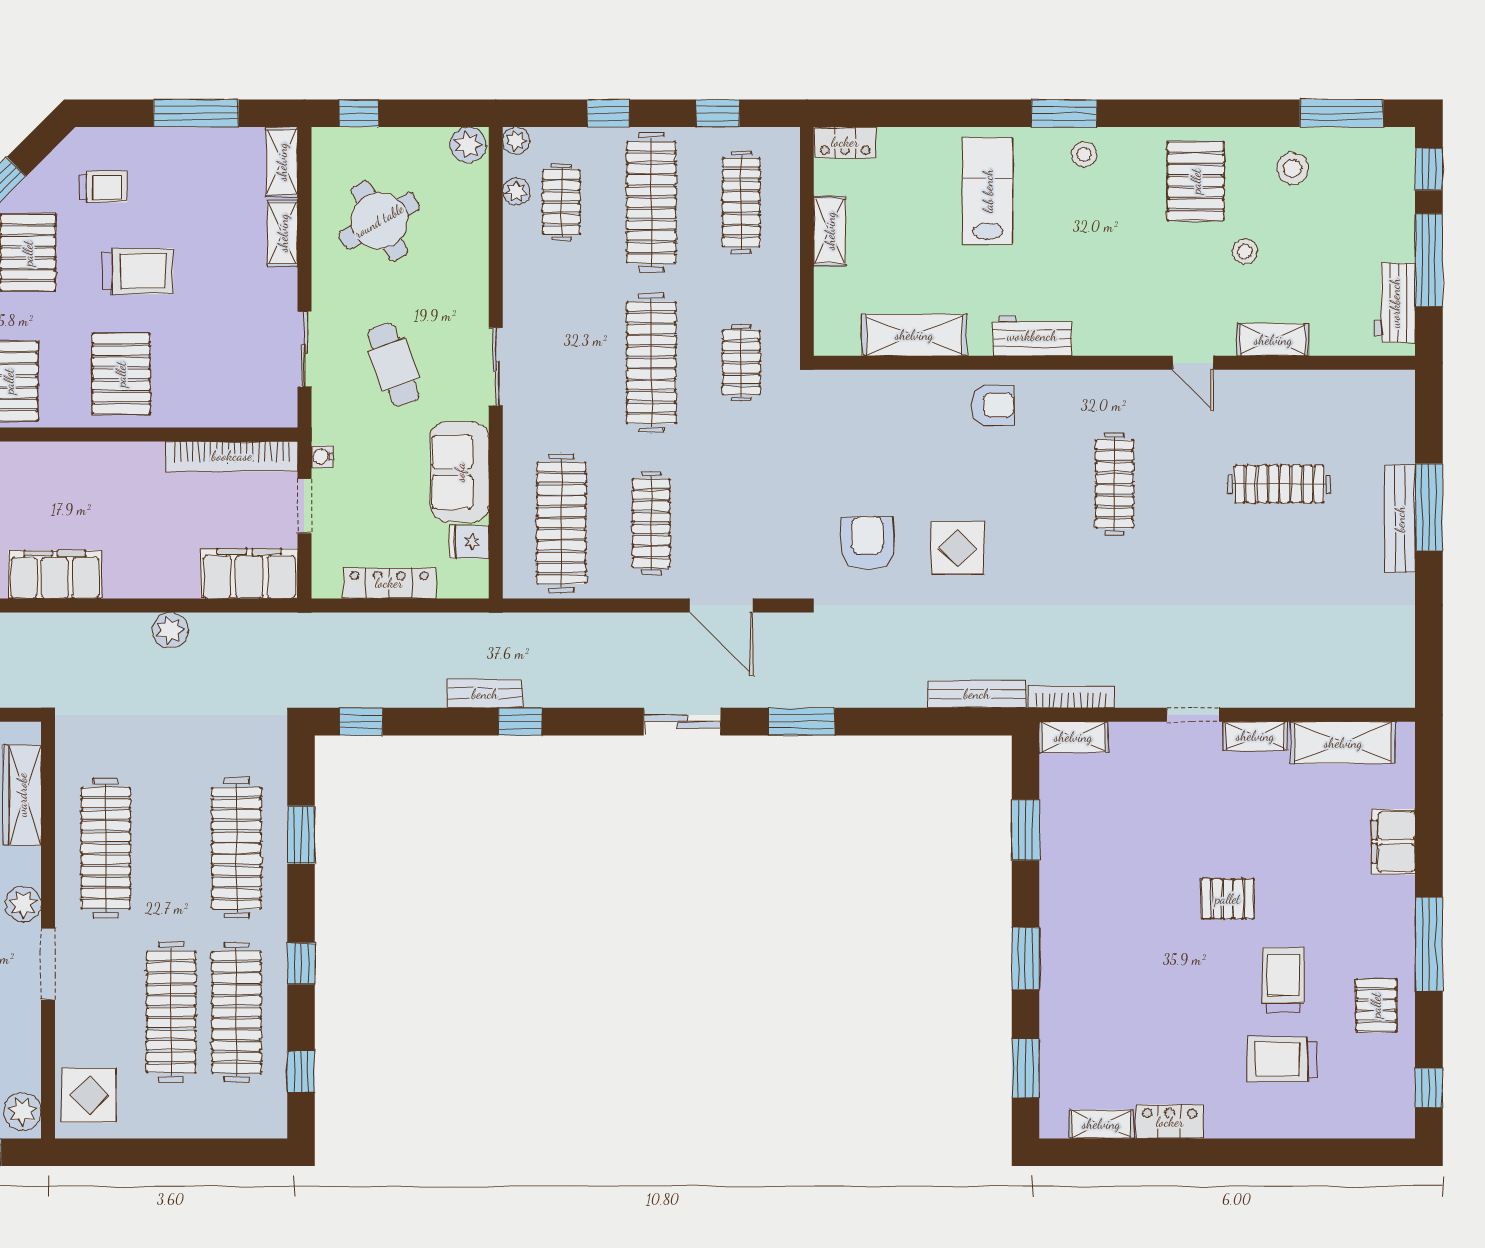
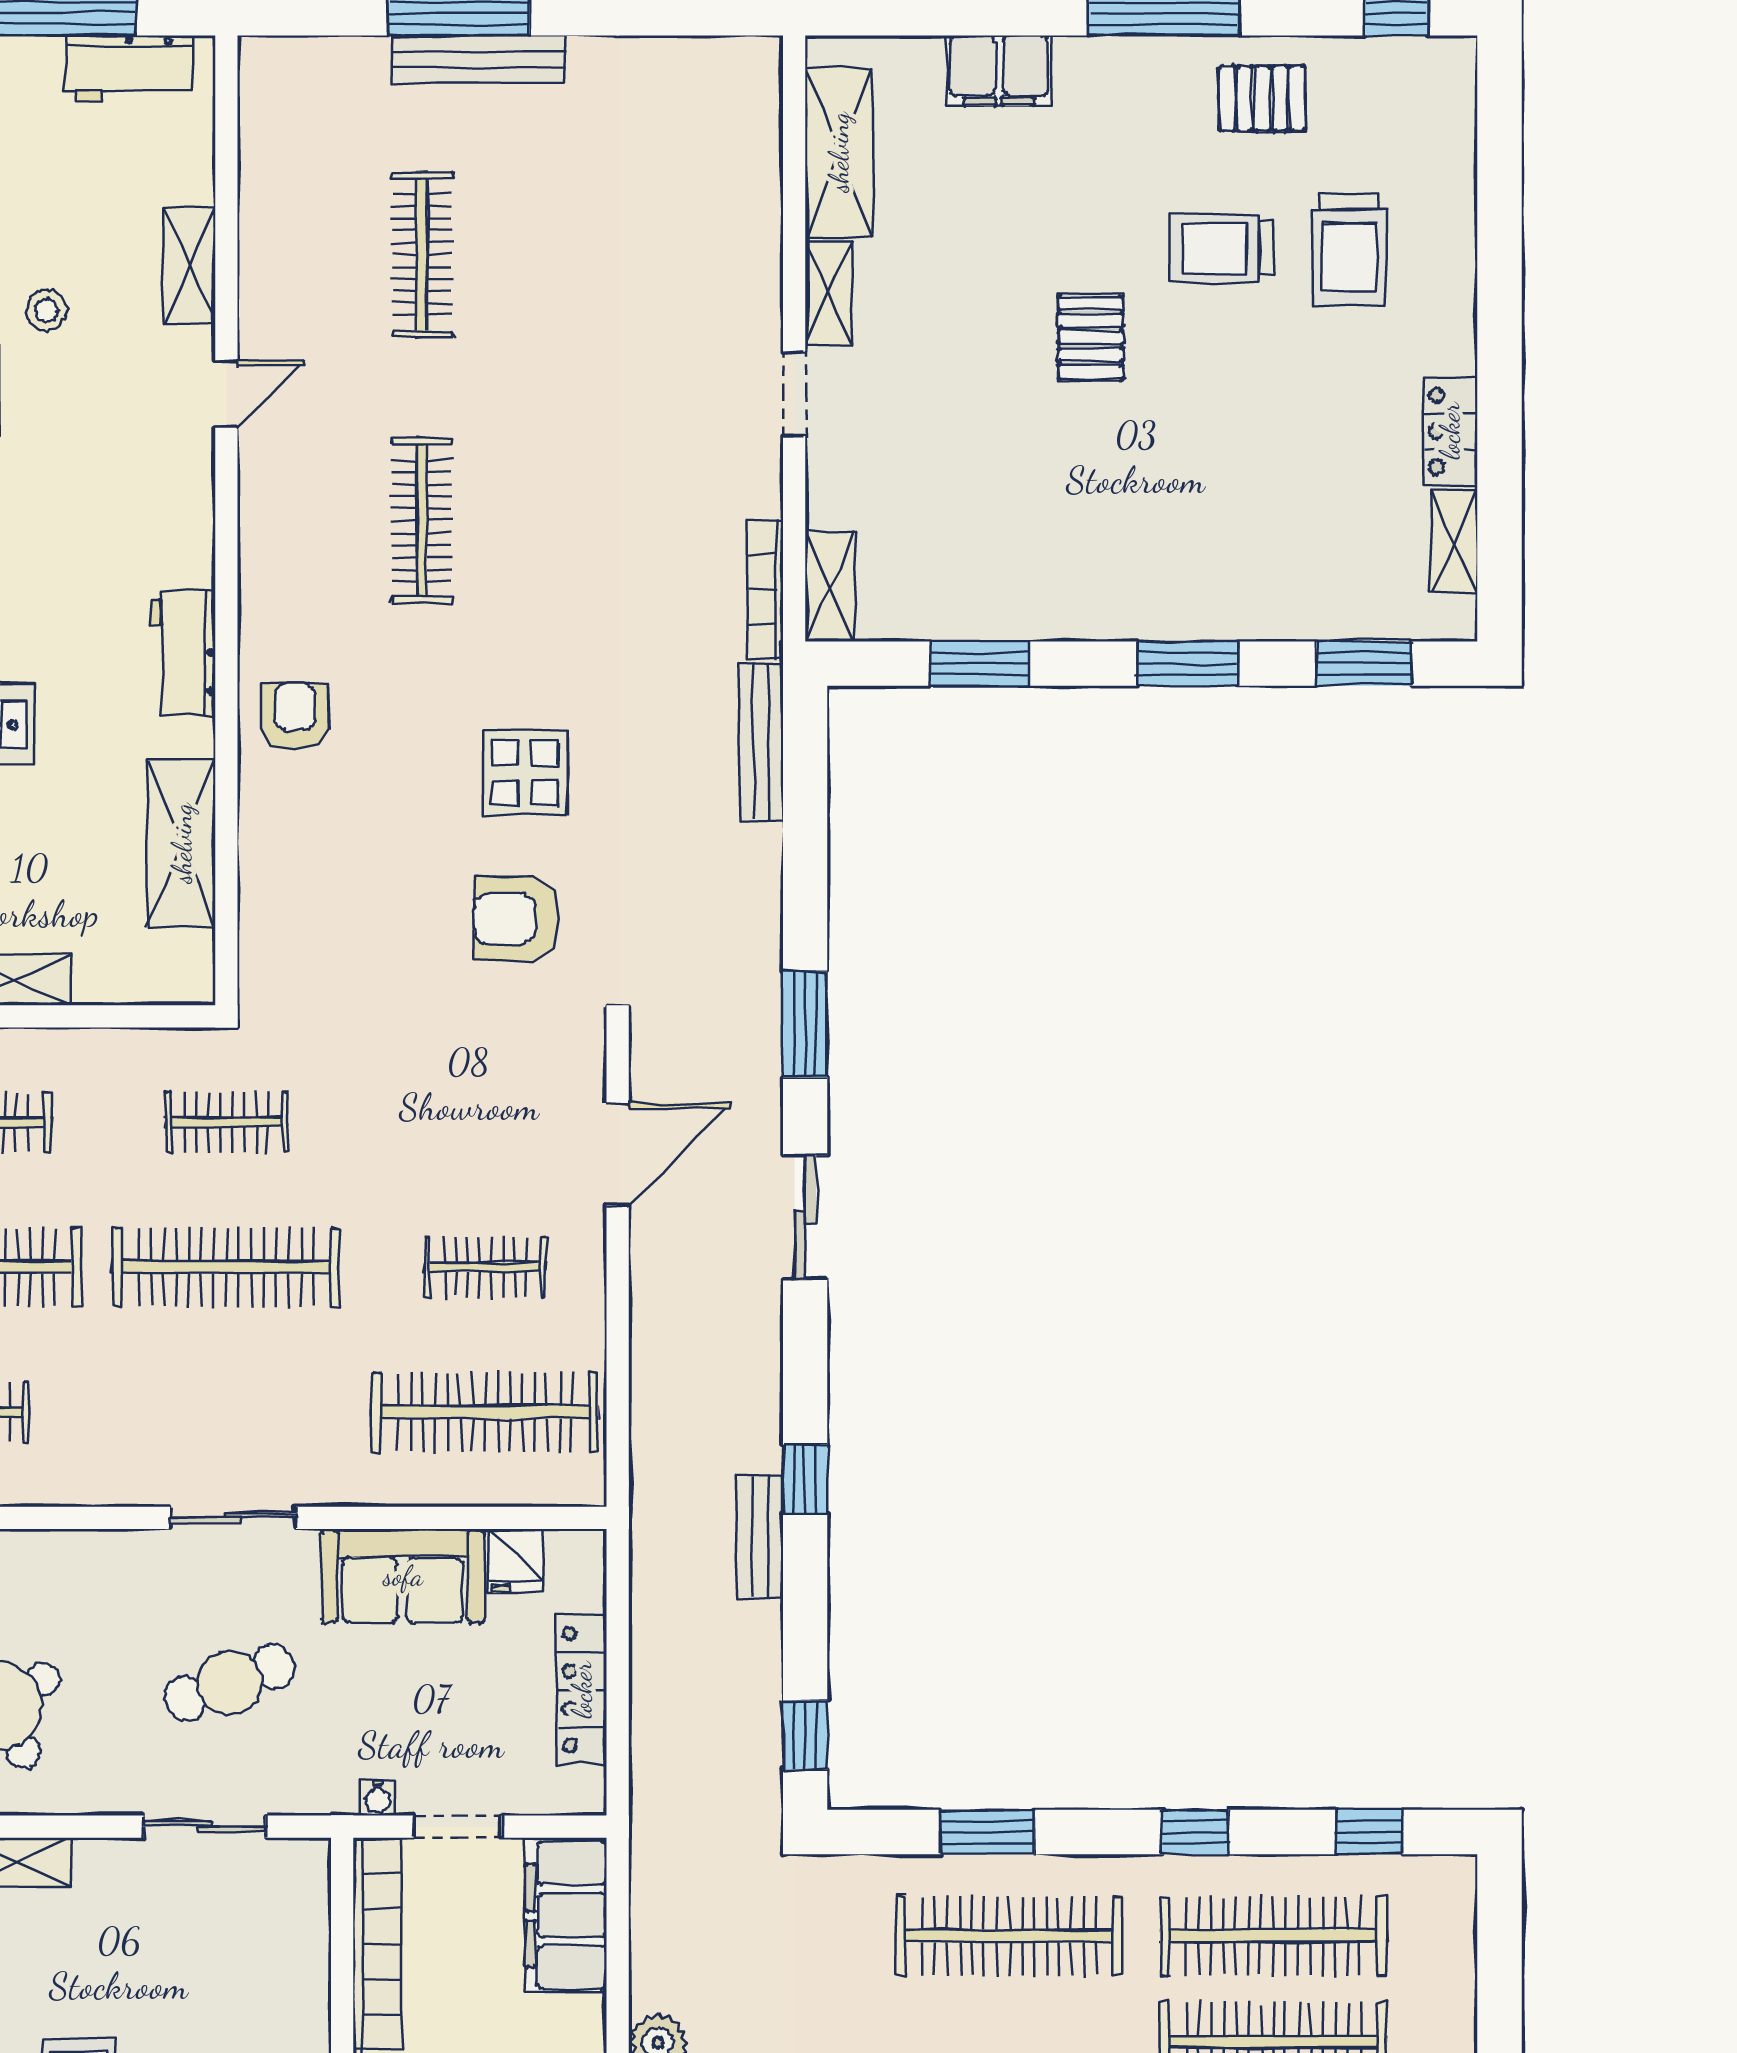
clothes rail: (1114, 484) -> (422, 520), turned 90
clothes rail: (651, 523) -> (485, 1267), width x0.73

